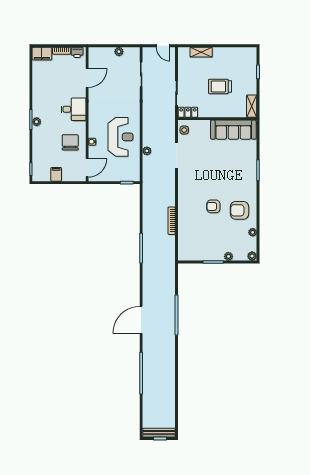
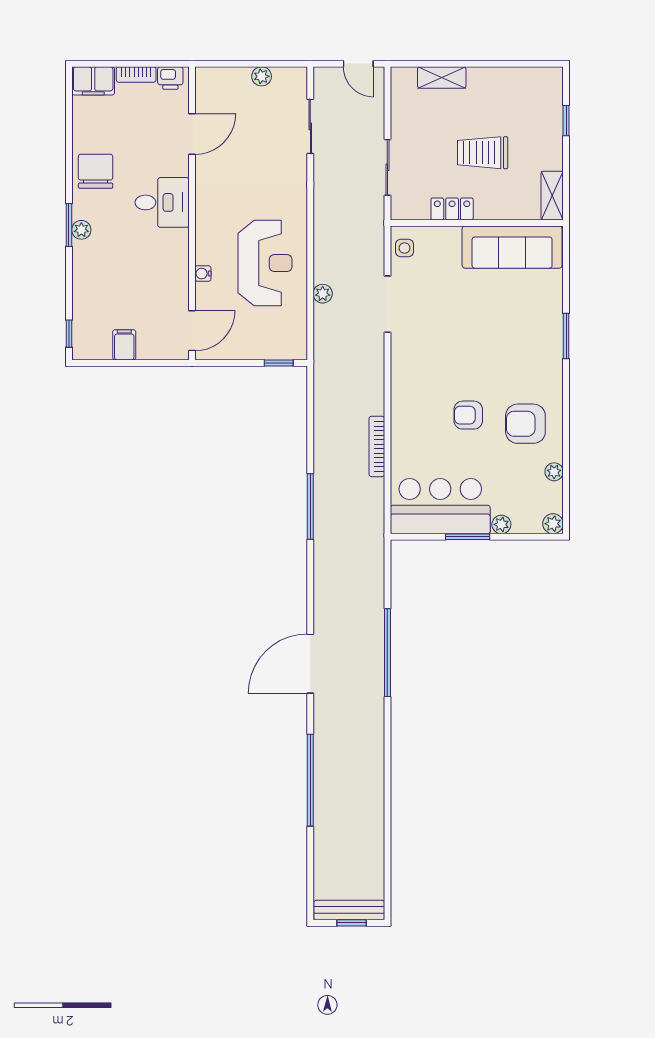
locker: (188, 112) -> (452, 209), moved
chair: (70, 142) -> (96, 171), moved
bar counter: (201, 248) -> (440, 506), added

